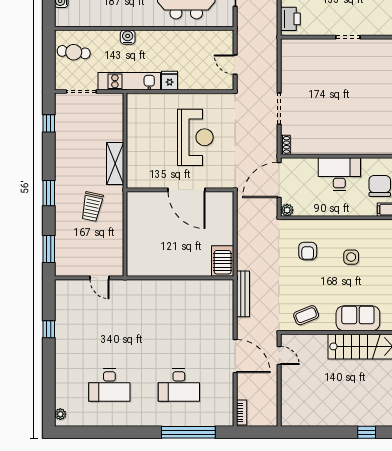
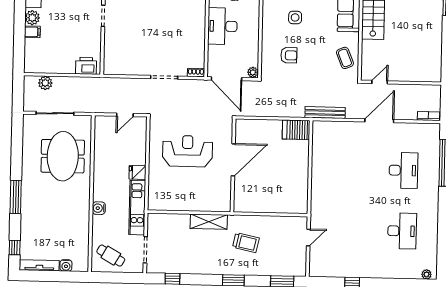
cafe table: (74, 52) -> (111, 256), turned -66

